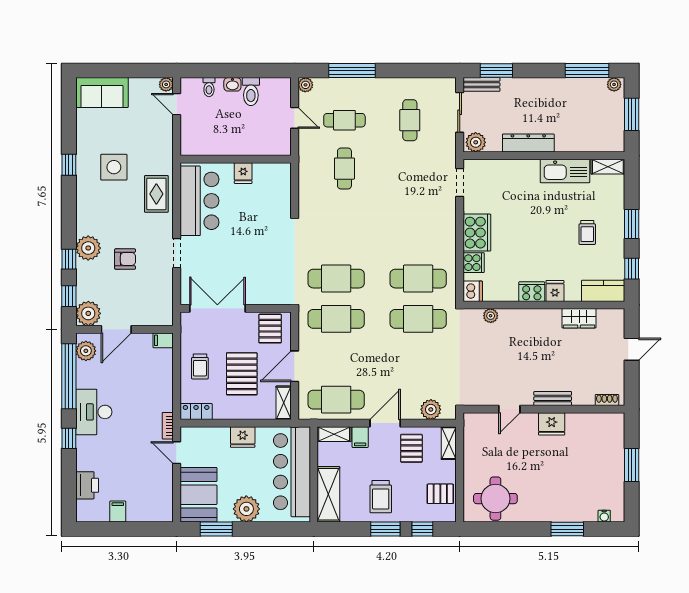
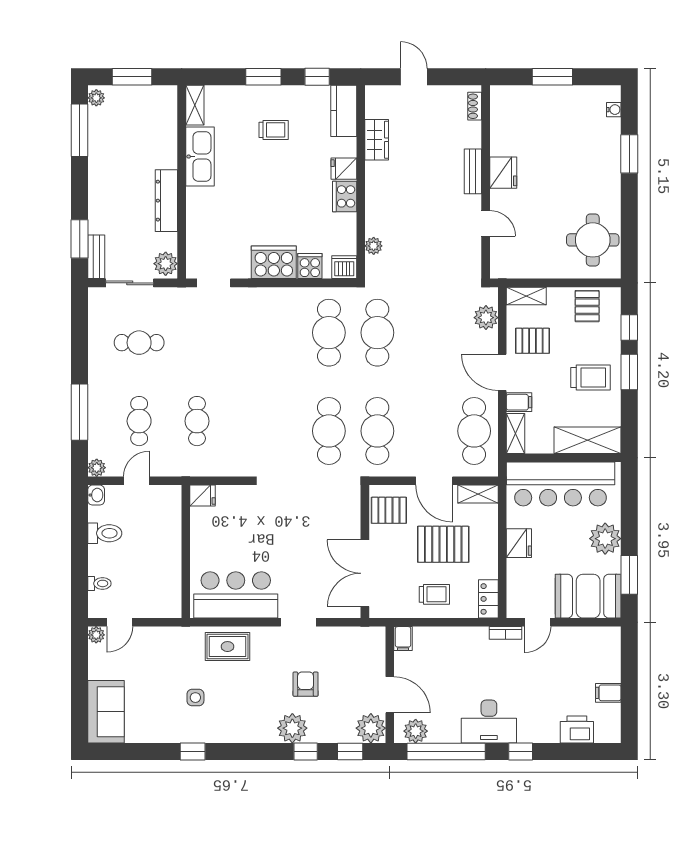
washbasin: (232, 84) -> (96, 495), moved
side table: (114, 167) -> (195, 698), width x0.54, depth x0.54
cafe table: (344, 169) -> (197, 421), turned 90
fridge: (243, 173) -> (203, 495), moved

